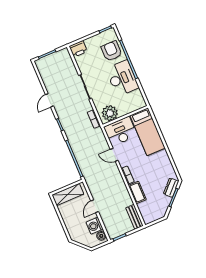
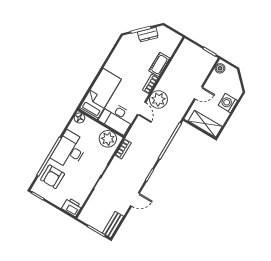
floor lamp: (141, 103) -> (79, 118), added
plant: (112, 173) -> (158, 99), added
dresser: (171, 188) -> (148, 35), moved
bench: (134, 217) -> (113, 225), moved
washing machine: (95, 226) -> (228, 103), moved, turned 180

